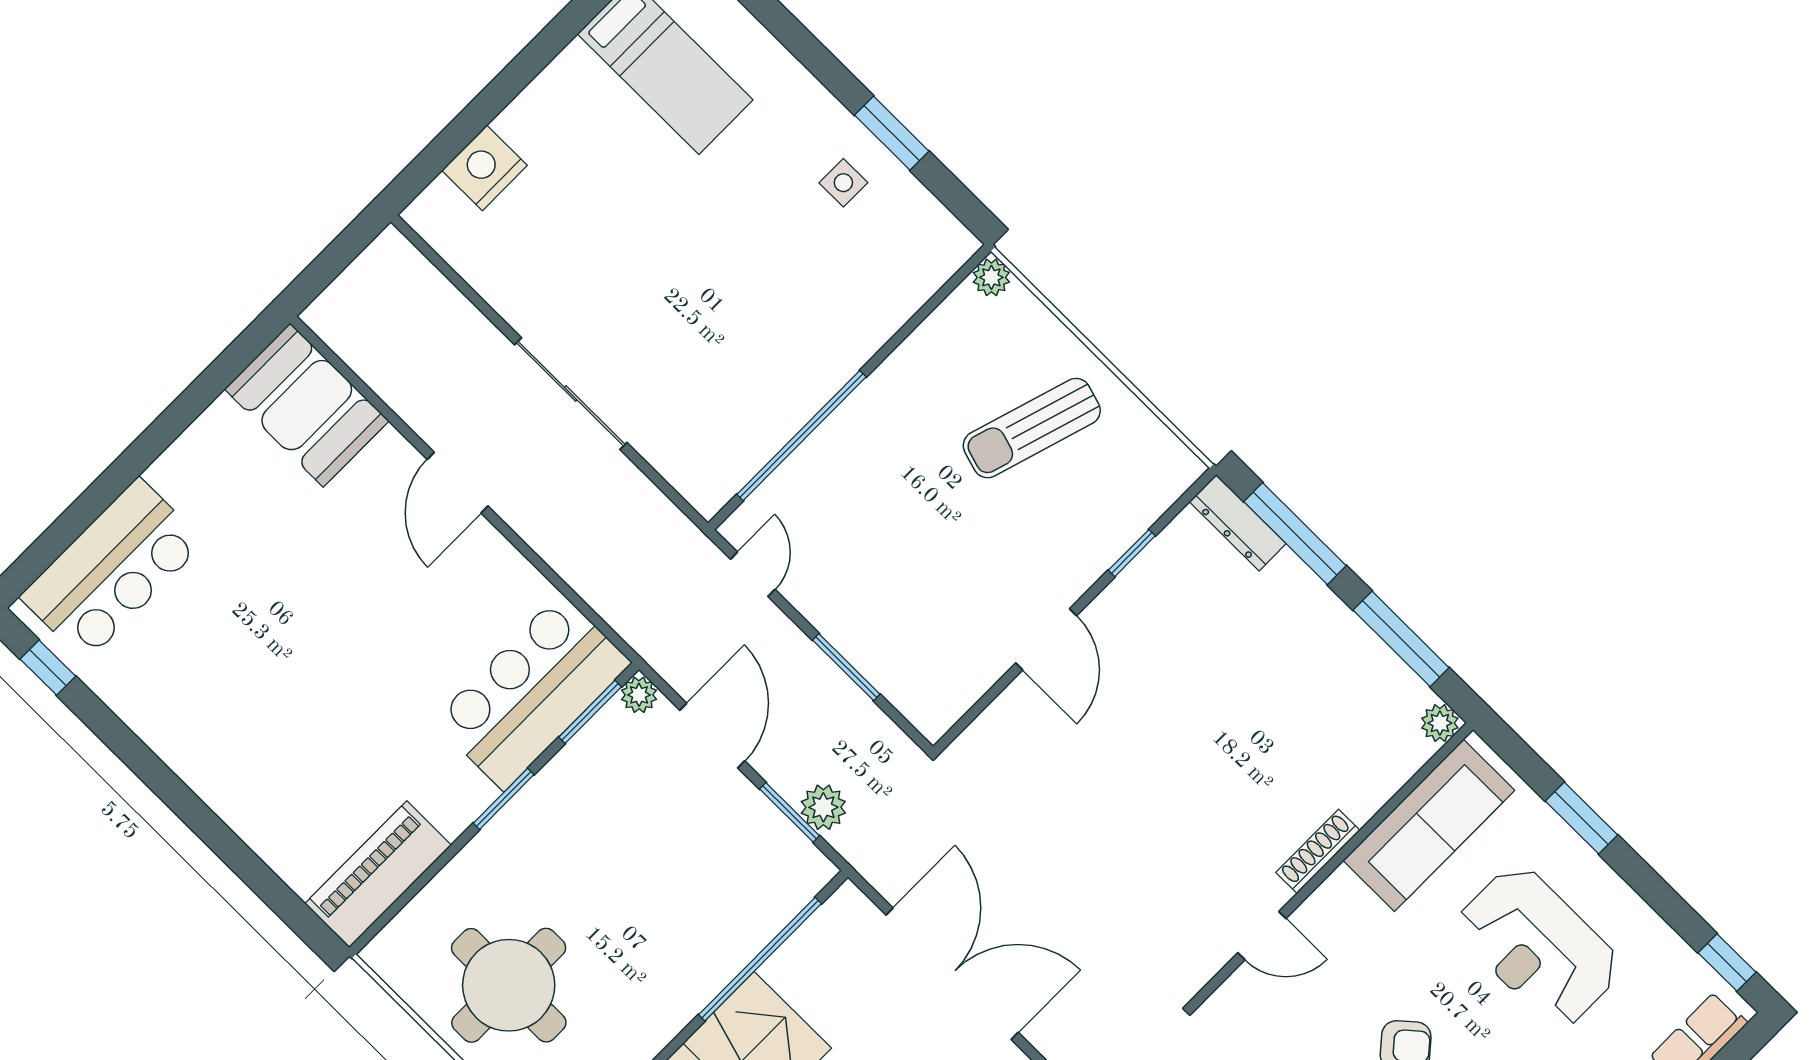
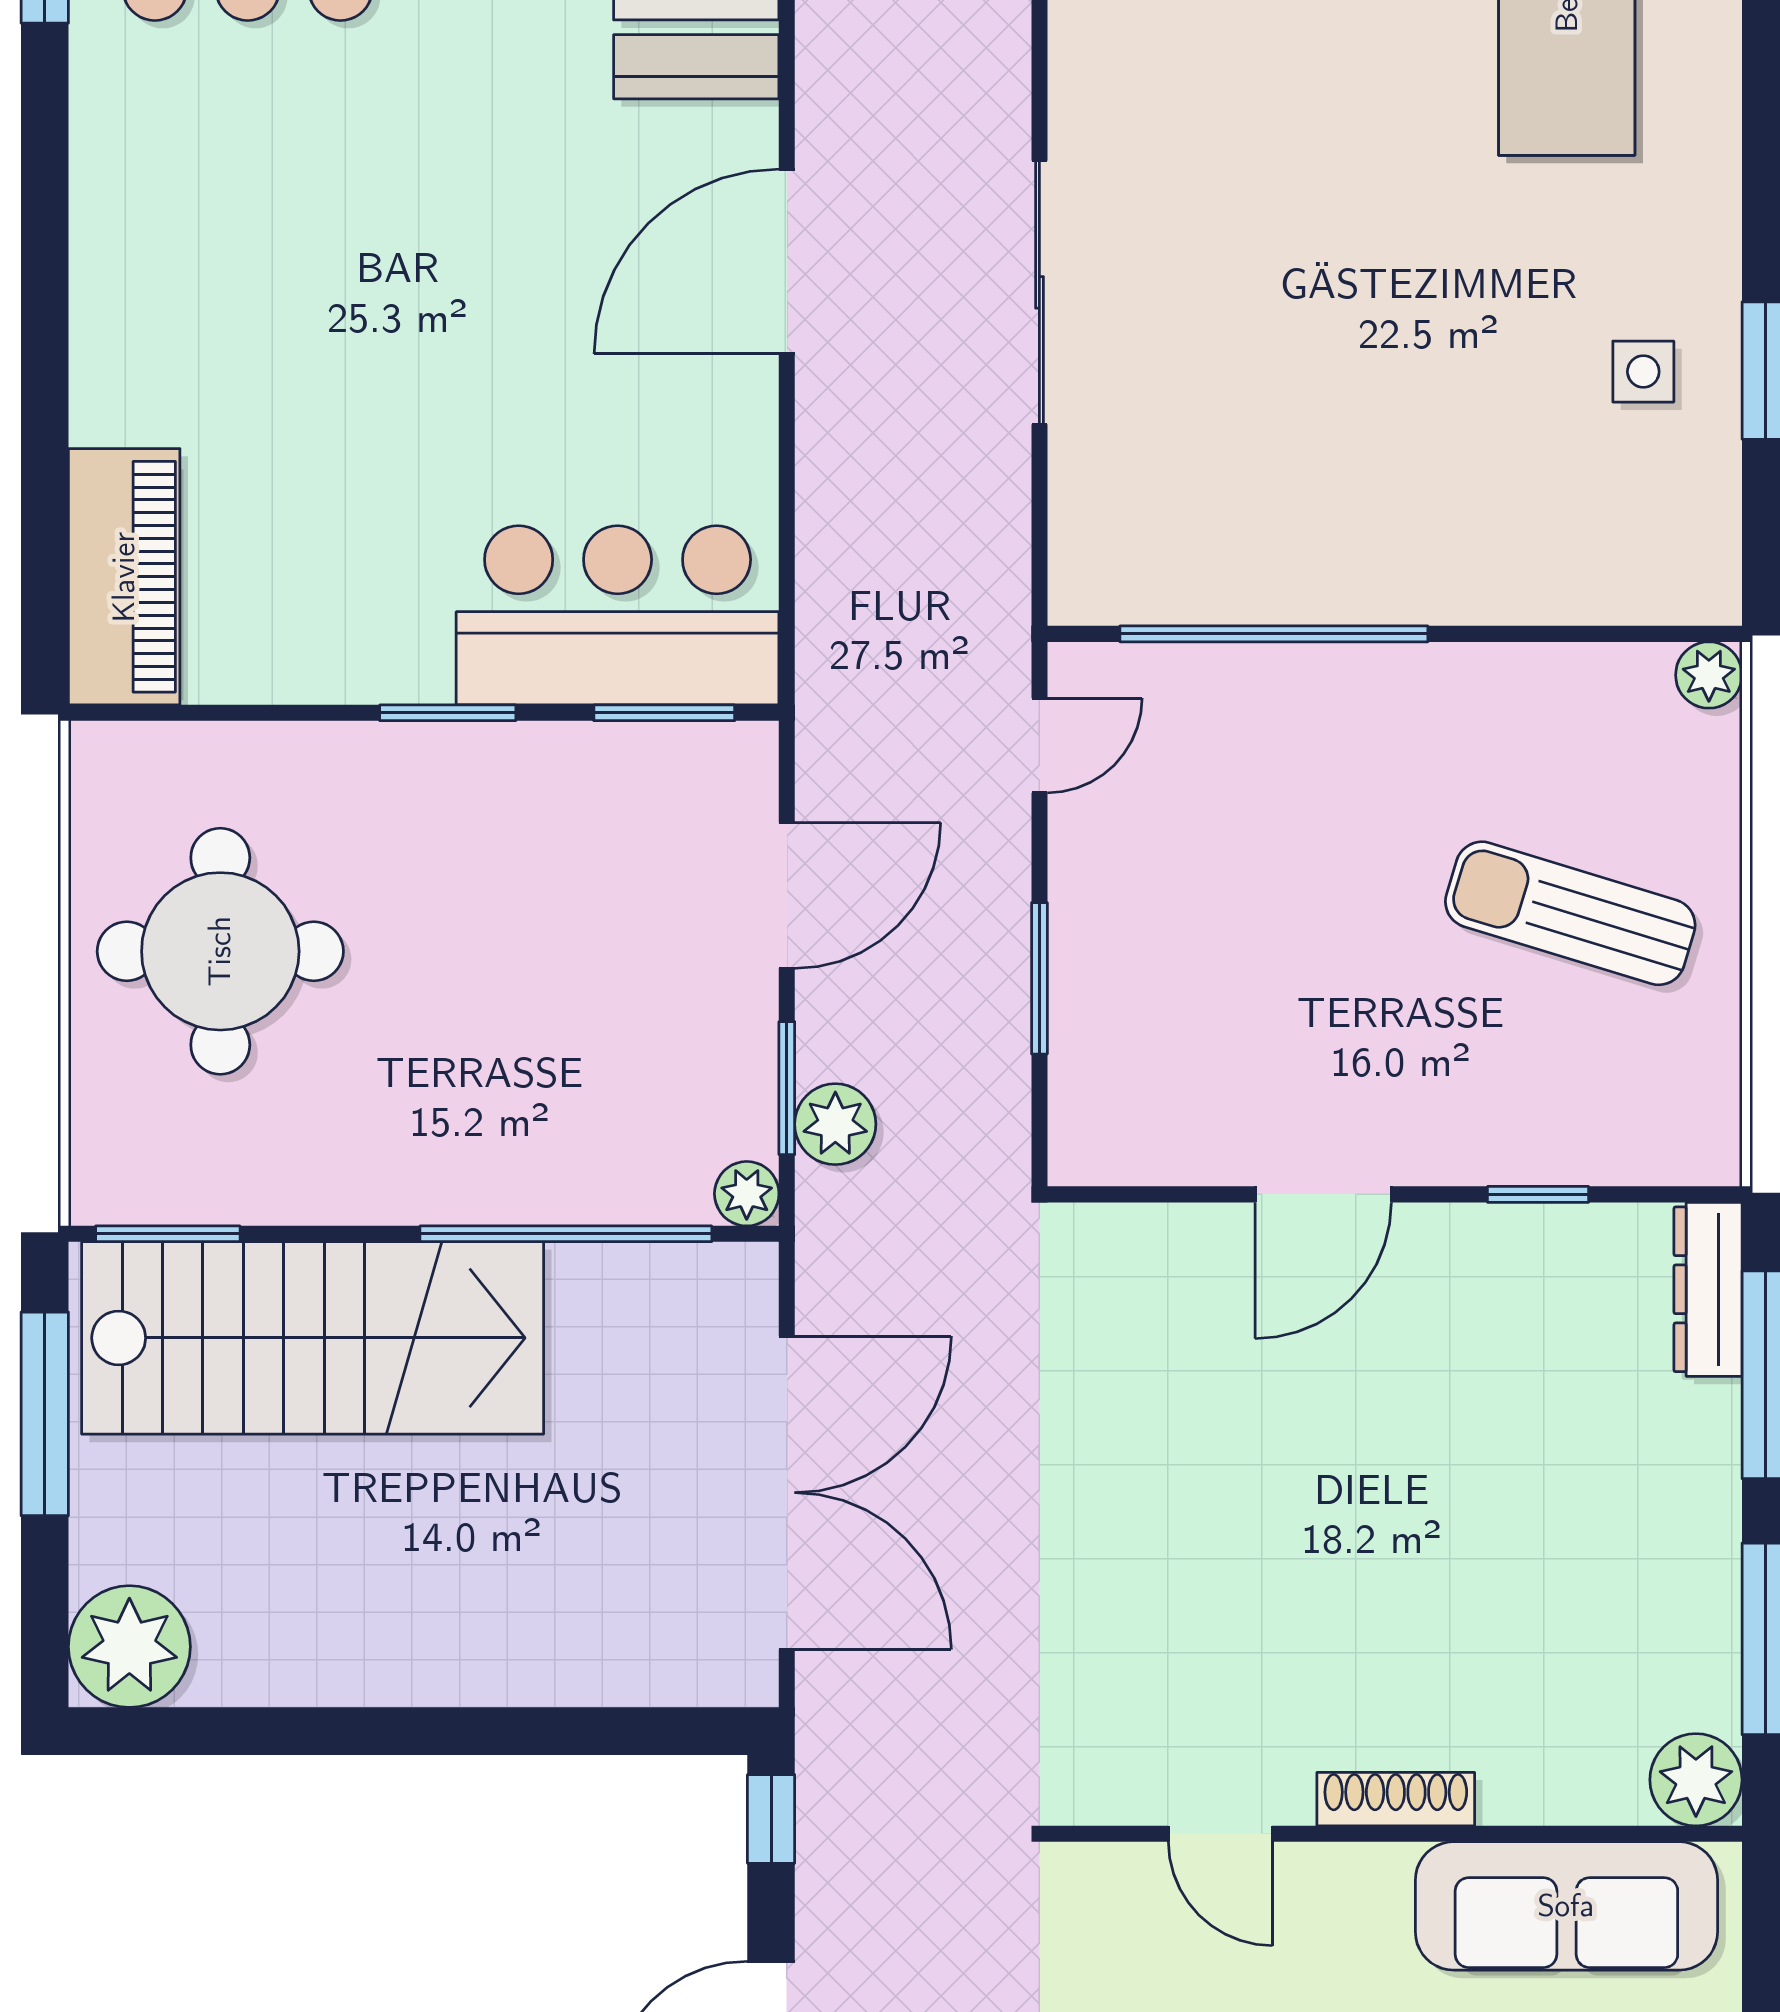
door: (458, 483) -> (787, 261), width x1.36
plant: (639, 695) -> (747, 1194), moved
plant: (1440, 723) -> (1696, 1780), width x1.38, depth x1.38
piano: (378, 874) -> (124, 577), moved, turned 90

